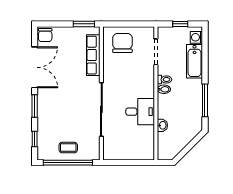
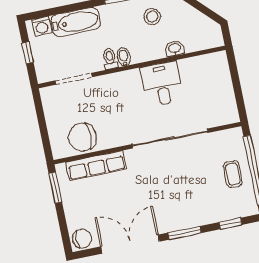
chair: (122, 43) -> (82, 137), moved
stool: (188, 114) -> (152, 17), added

